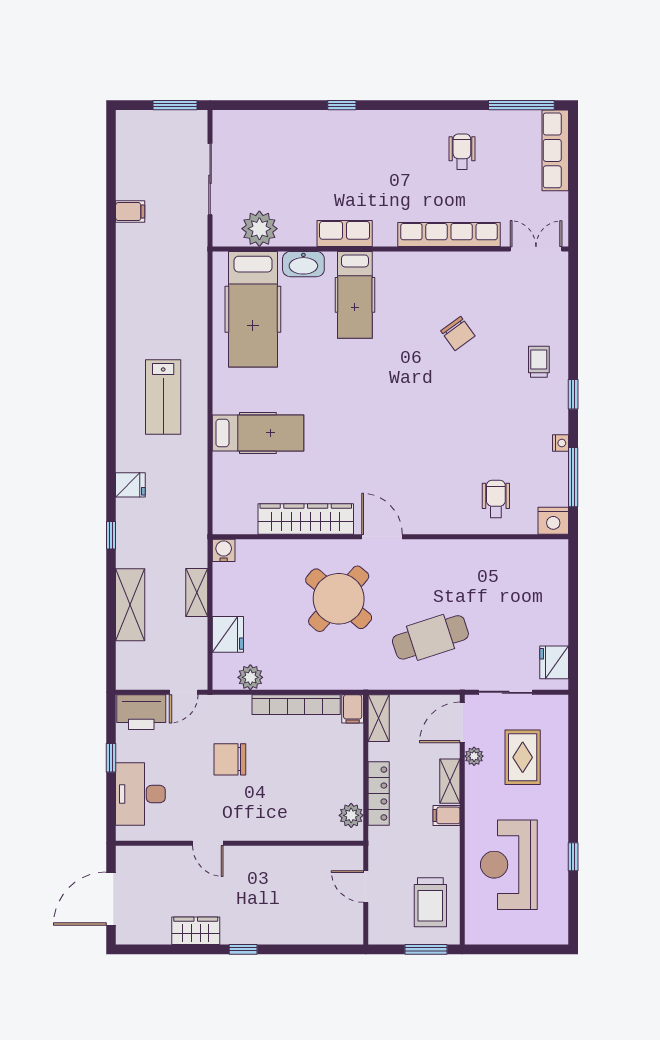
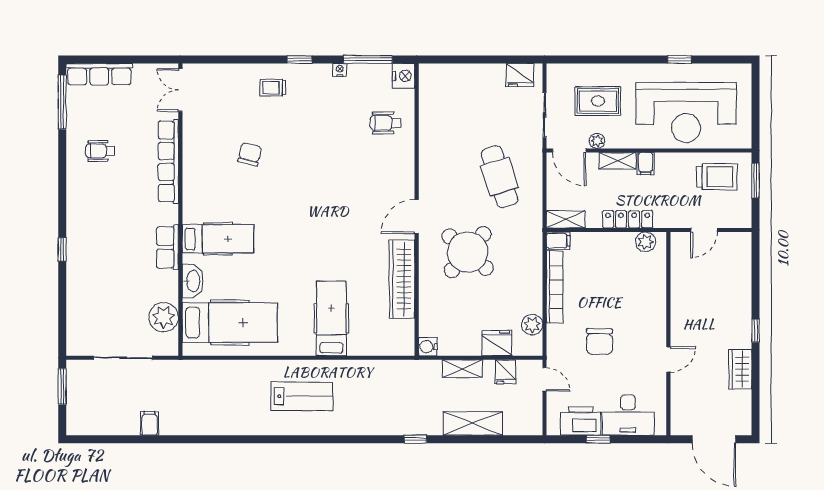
chair: (458, 333) -> (250, 154), turned -41
fridge: (130, 485) -> (506, 372), moved, turned 180
printer: (141, 712) -> (581, 421), moved, turned -90
reception desk: (509, 865) -> (686, 112), width x1.36, depth x1.30

